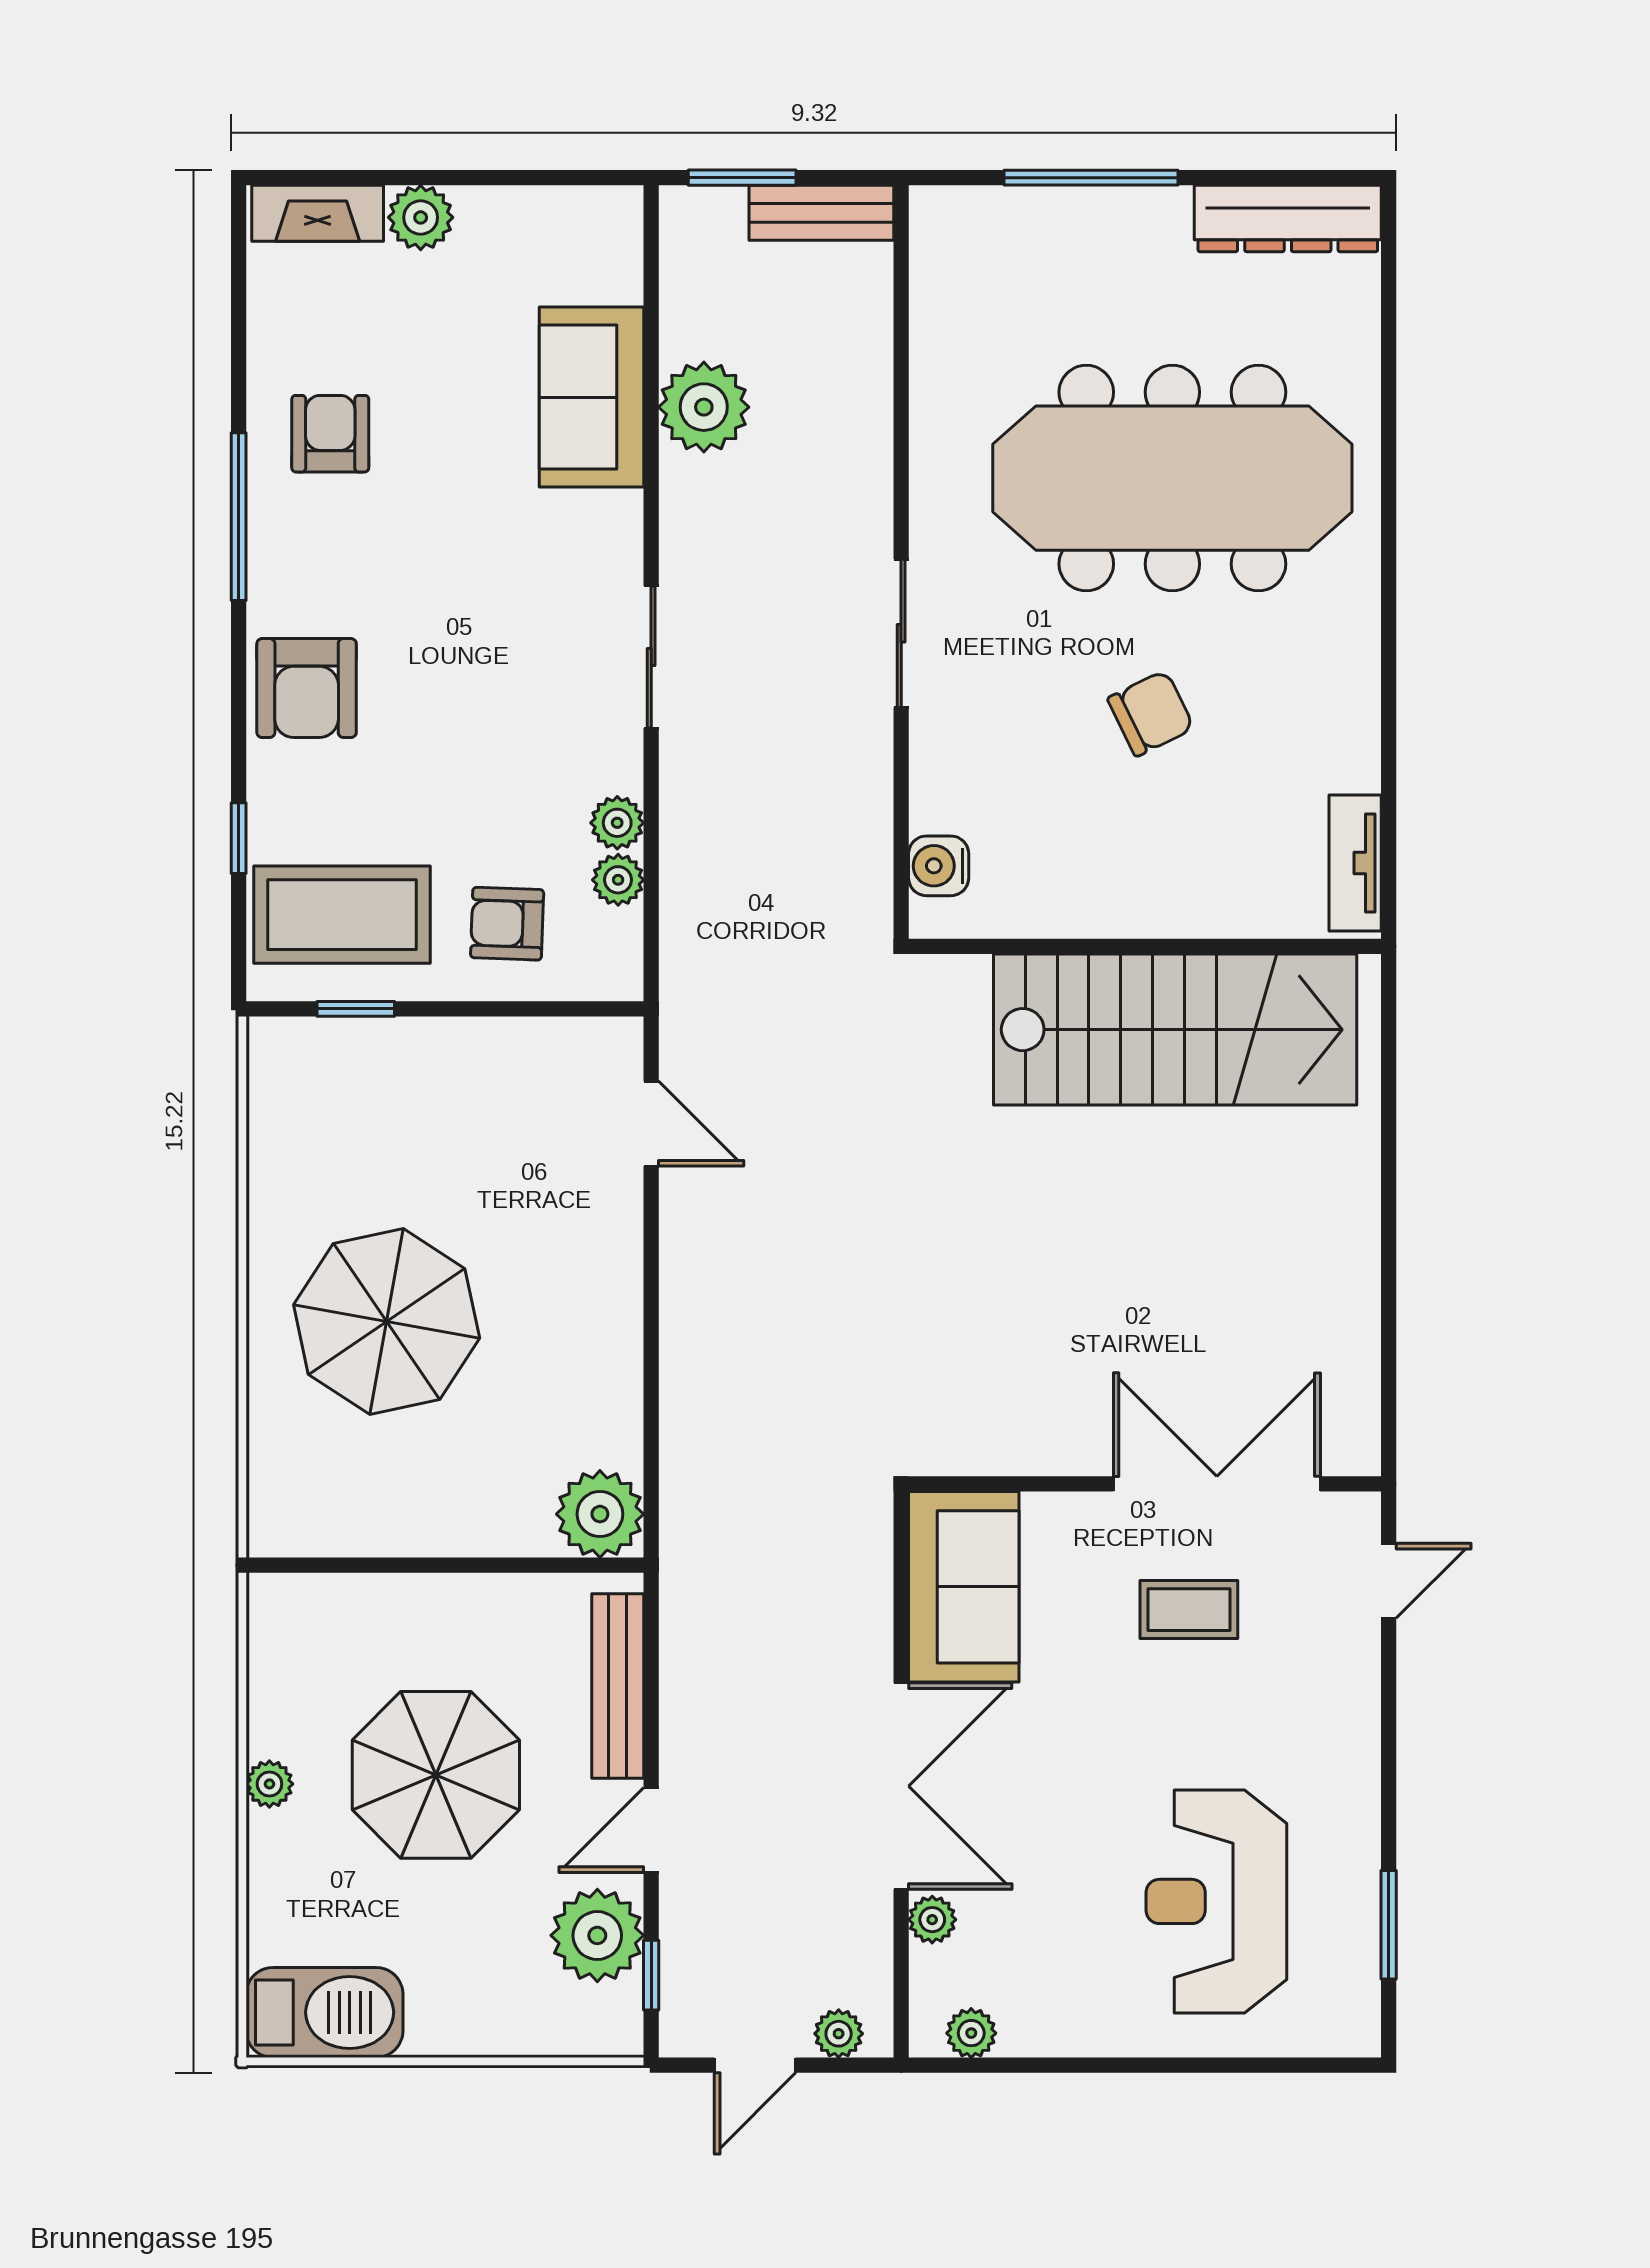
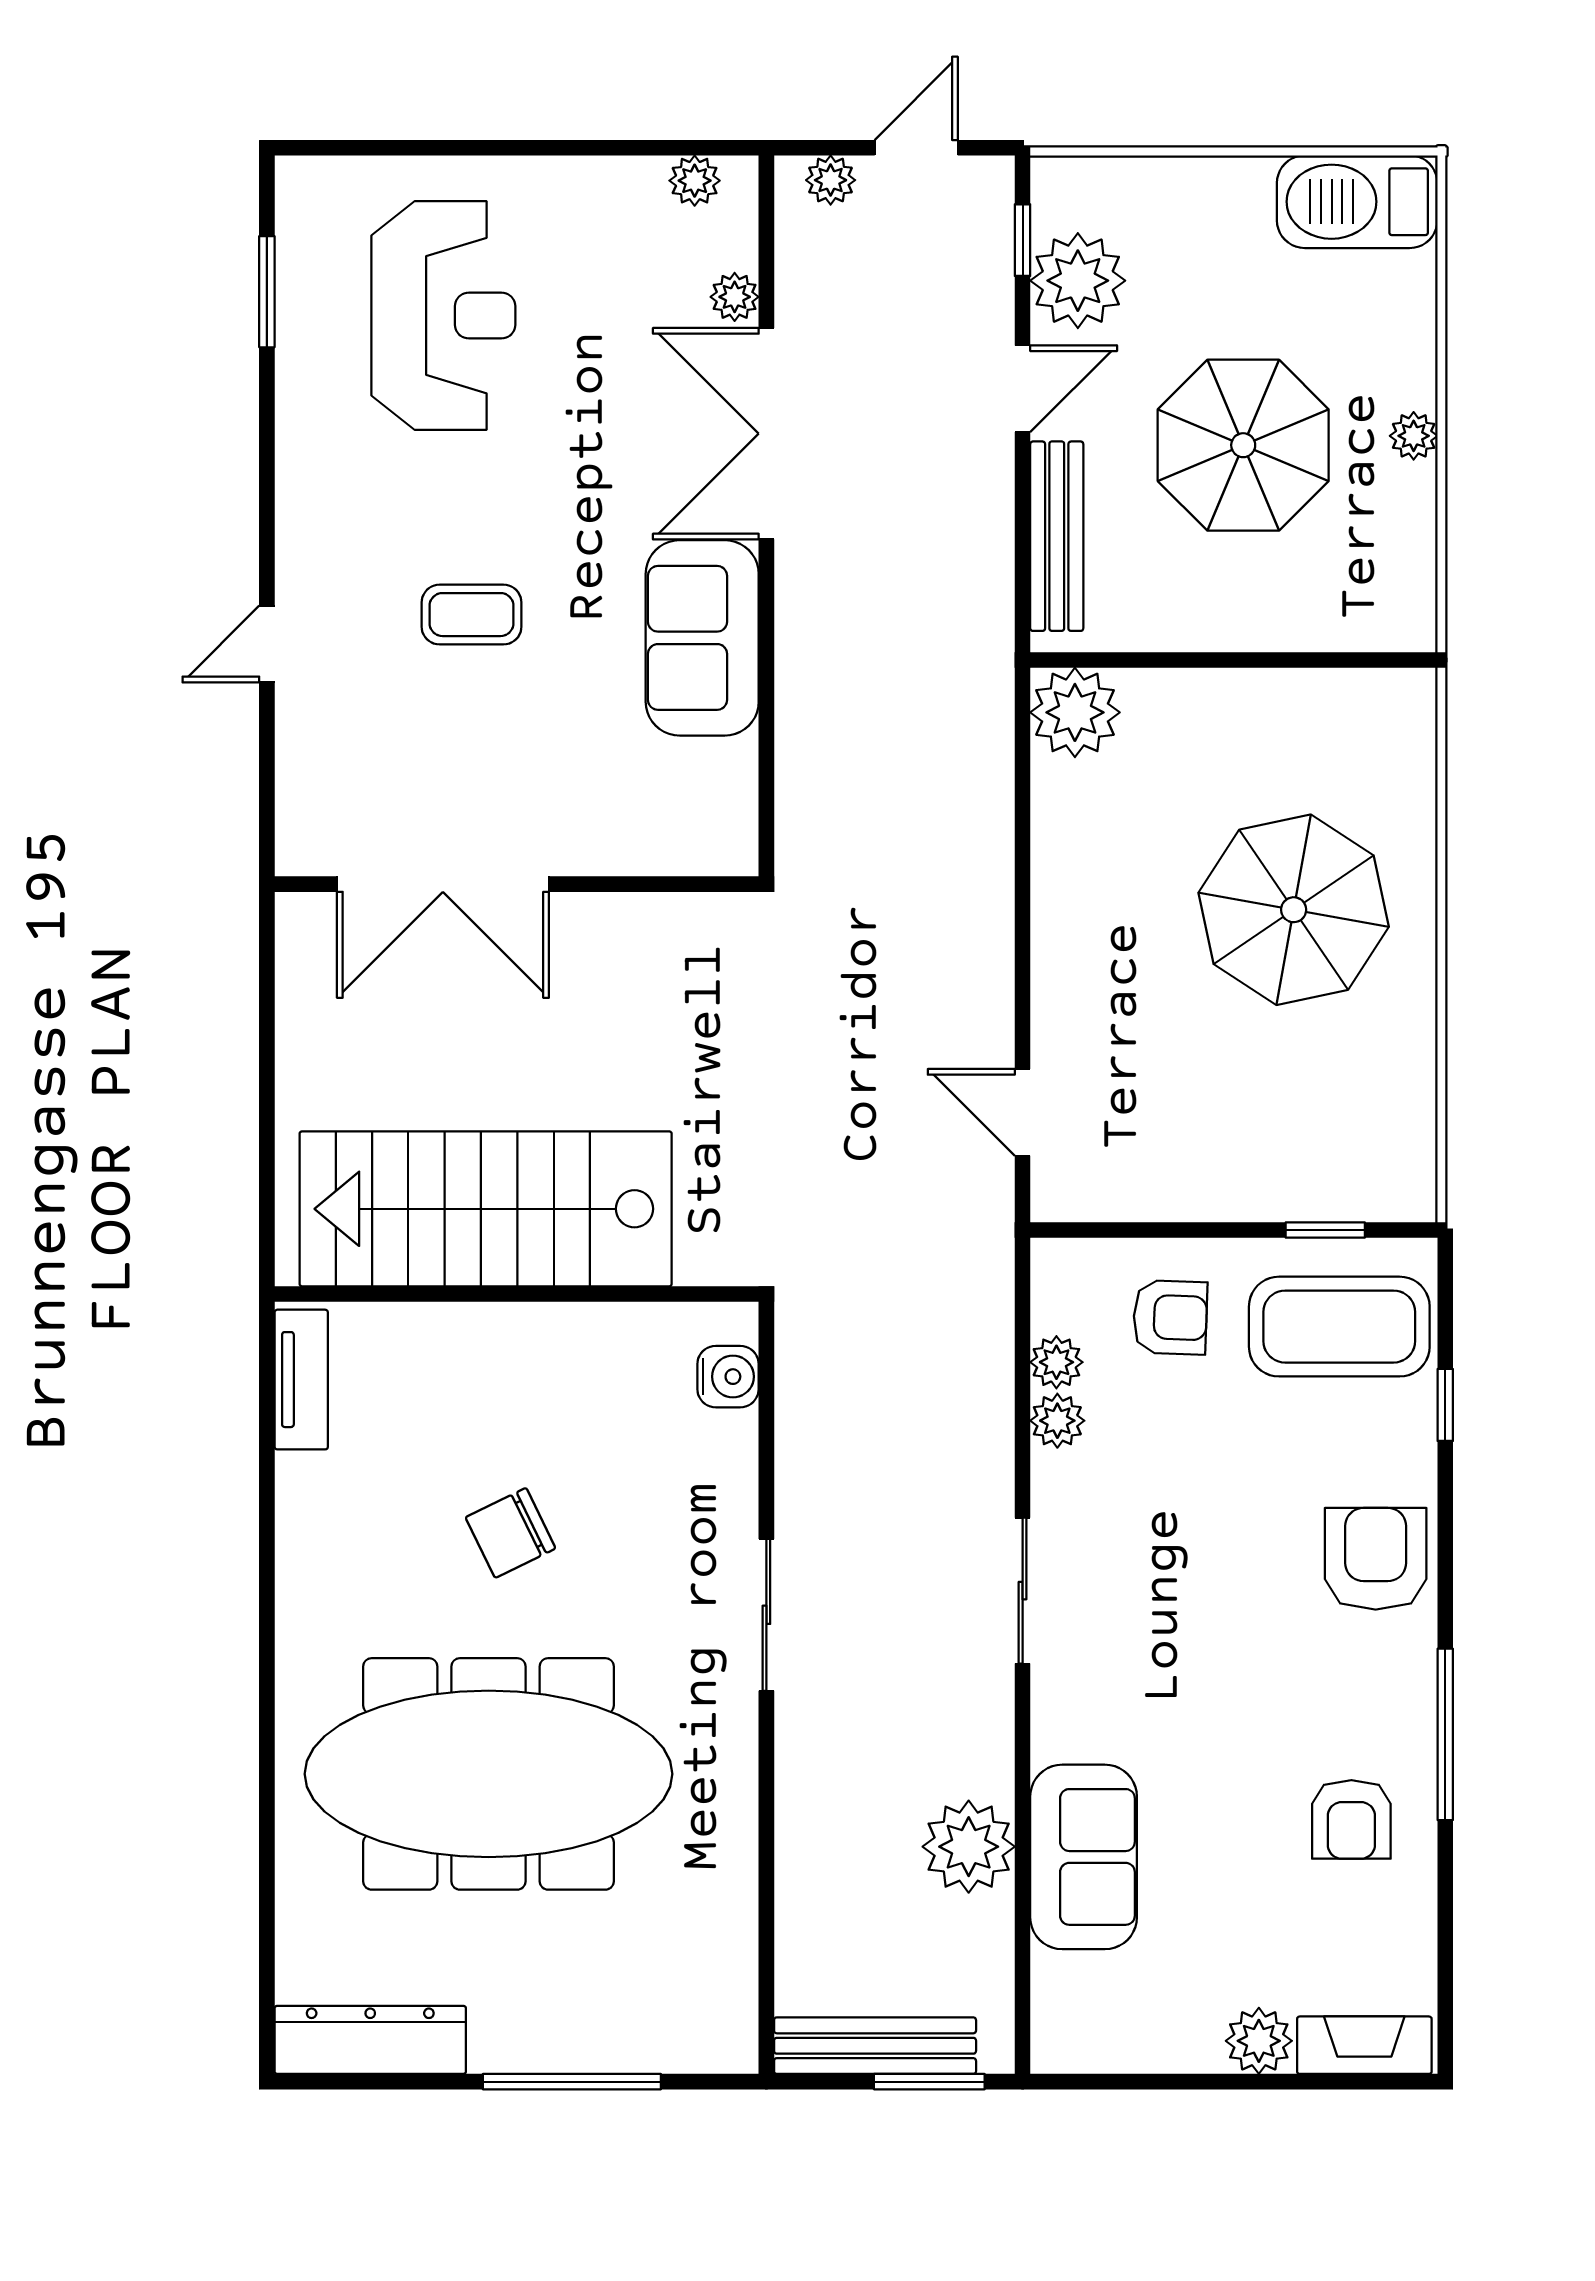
bench: (821, 213) -> (875, 2046), width x1.36
wall: (1145, 1484) -> (517, 884), moved
double door: (1217, 1484) -> (443, 884), moved

